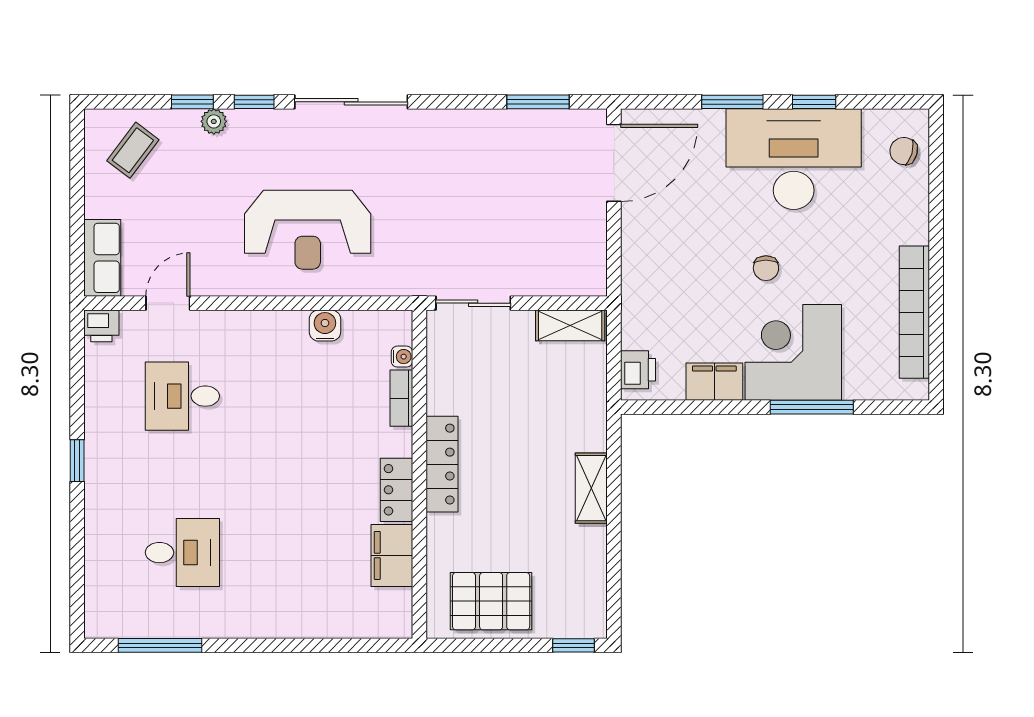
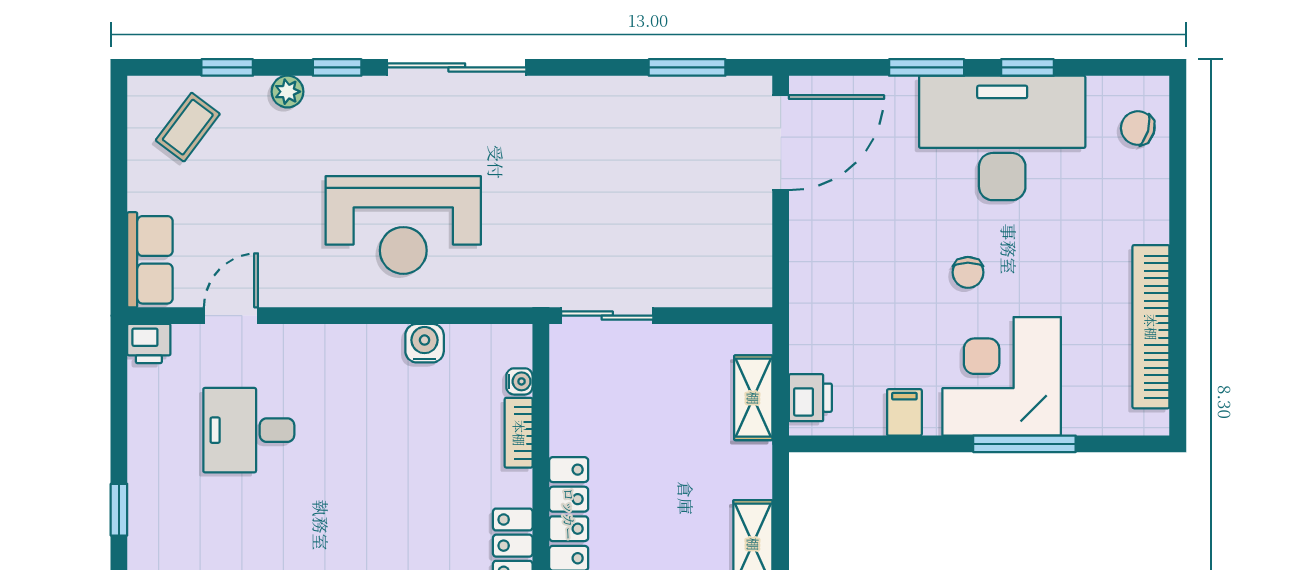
window: (192, 102) -> (227, 67), moved
shelving: (570, 325) -> (753, 398), moved, turned 90
filing cabinet: (714, 382) -> (904, 412), width x0.50

